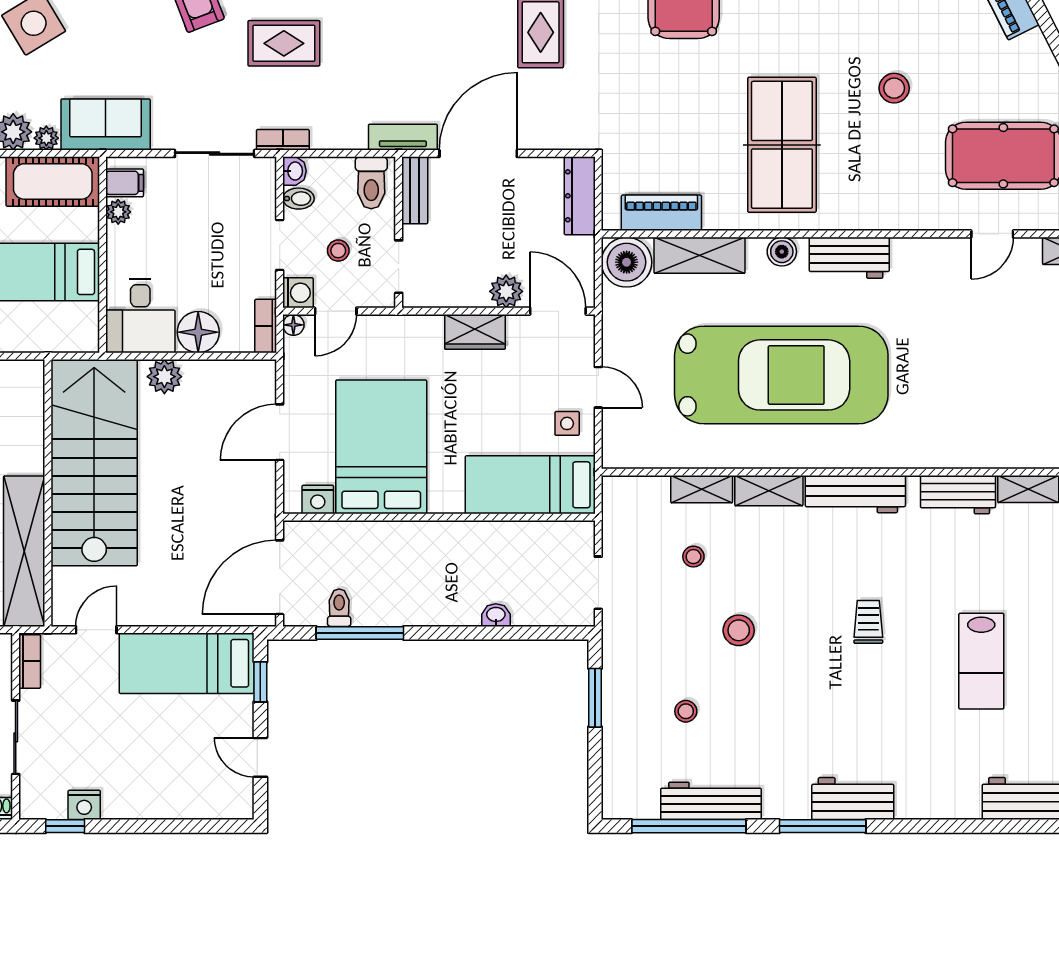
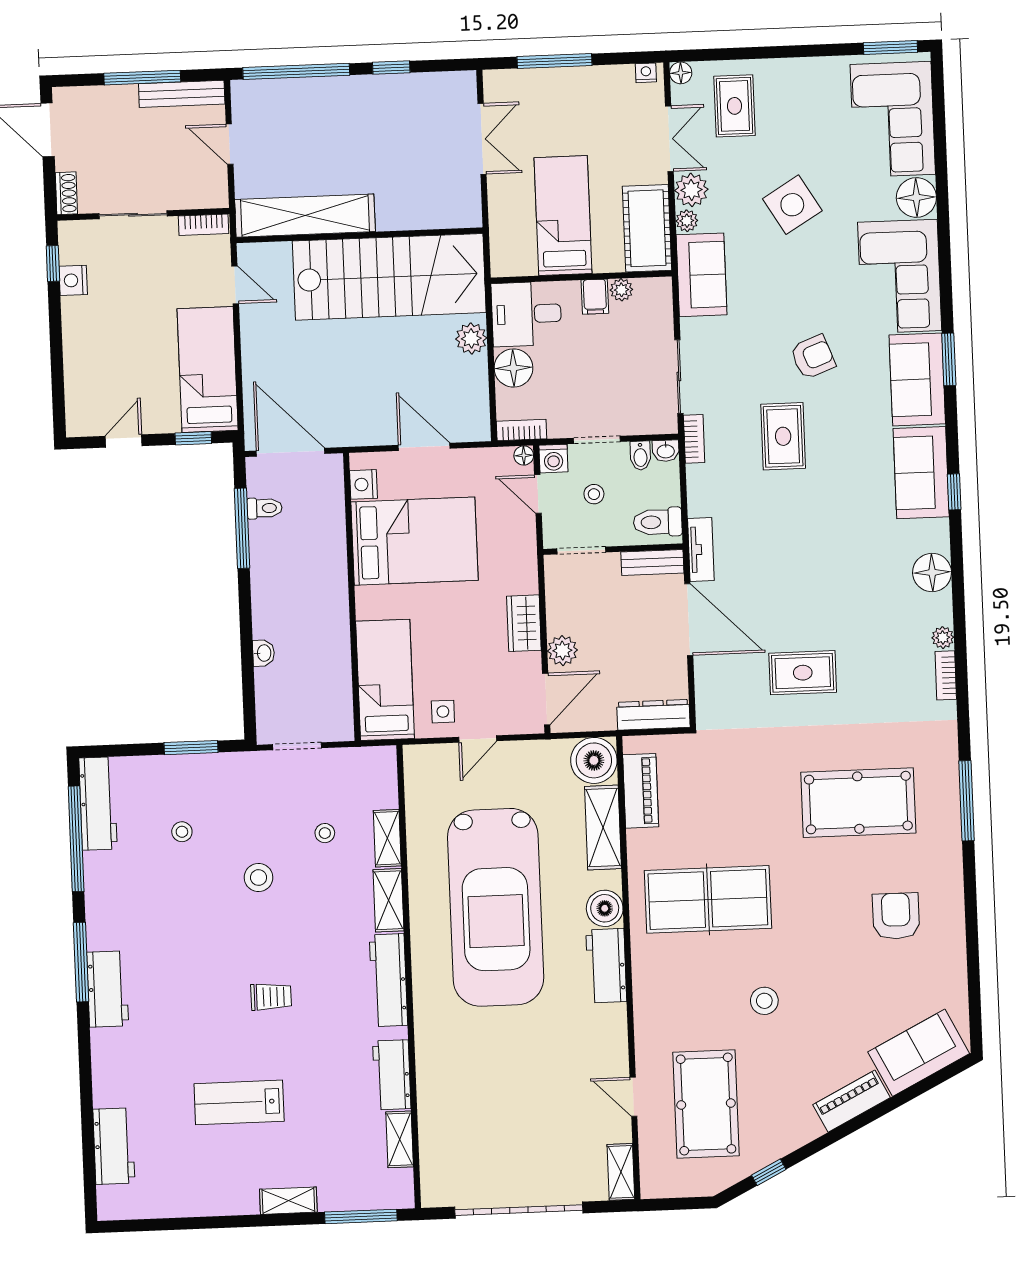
filing cabinet: (125, 183) -> (595, 297), moved
boiler: (782, 252) -> (605, 908), width x1.36, depth x1.36
workbench: (711, 801) -> (98, 804), moved

